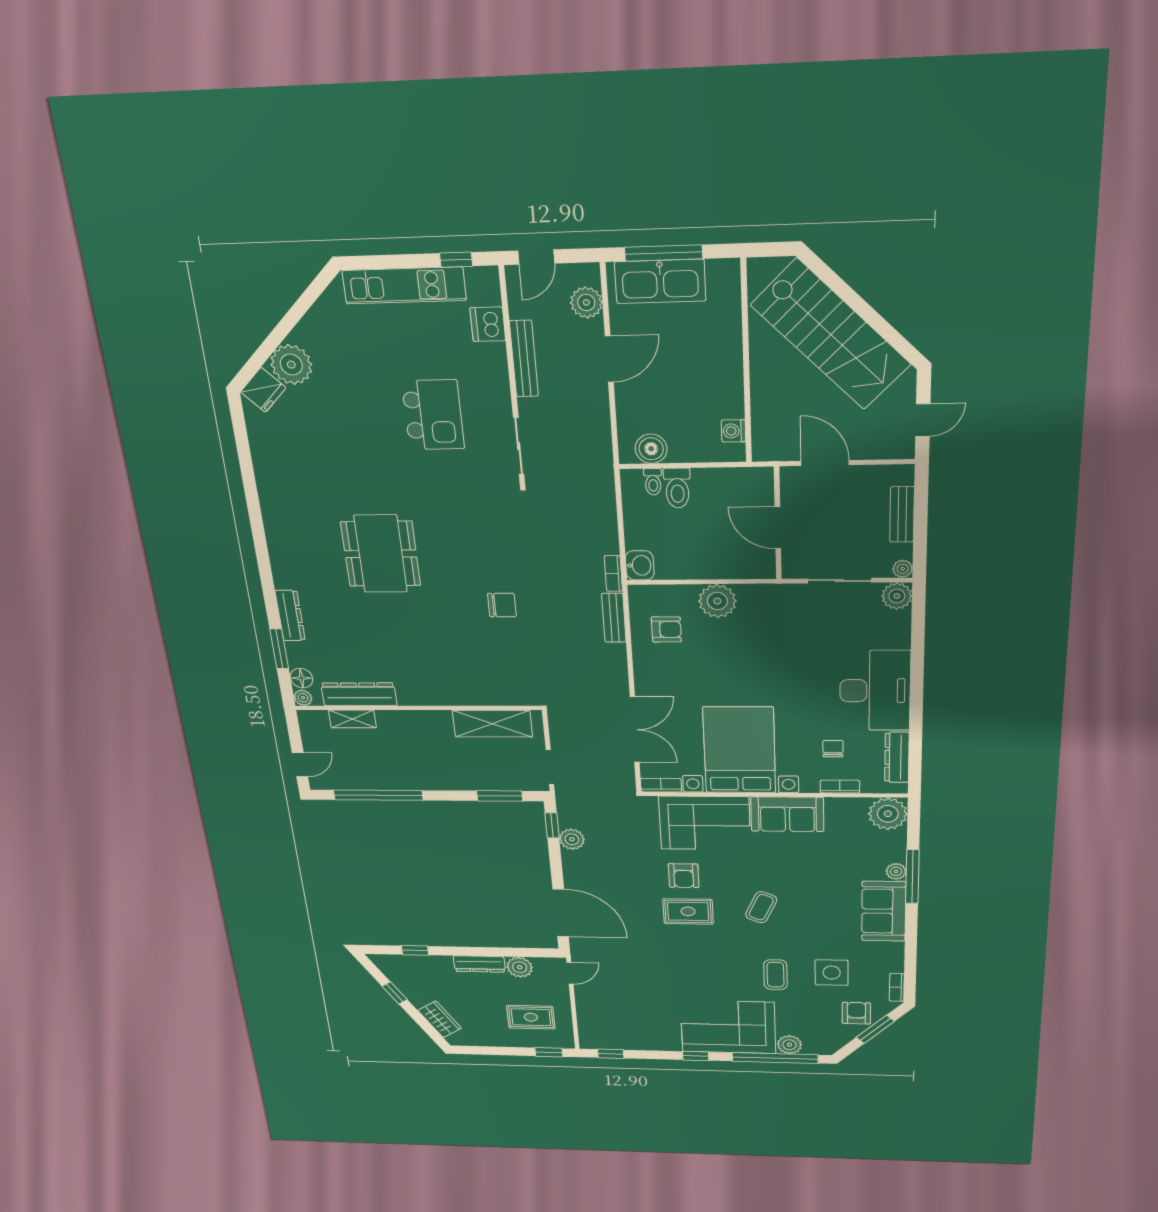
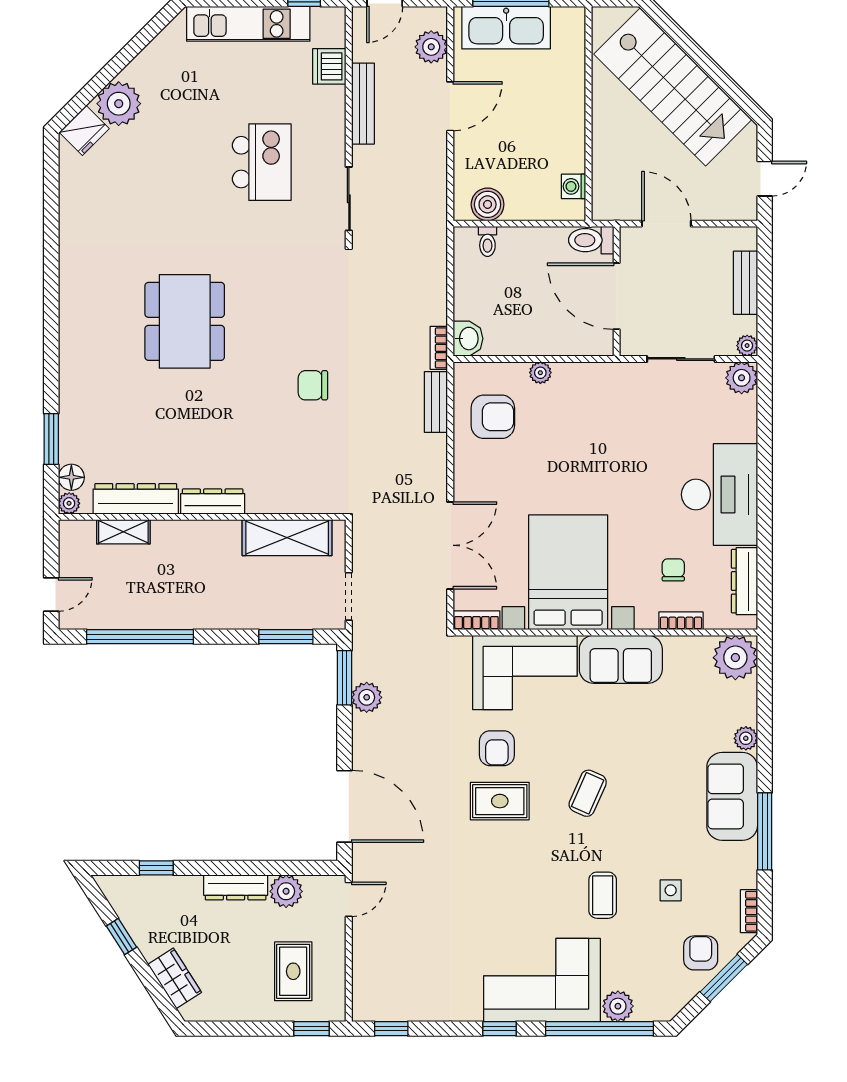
toilet: (677, 488) -> (591, 240), moved, turned 90
door: (778, 528) -> (617, 296), width x1.36
plant: (717, 601) -> (540, 373), width x0.53, depth x0.53
chair: (502, 605) -> (313, 385), turned 180
dresser: (290, 616) -> (213, 502), moved, turned -90
armchair: (666, 629) -> (493, 417), width x1.38, depth x1.38
window: (552, 825) -> (345, 678), width x1.50
window: (912, 877) -> (765, 831), moved
side table: (832, 973) -> (671, 890), width x0.54, depth x0.54
rug: (531, 1017) -> (293, 971), turned 90

